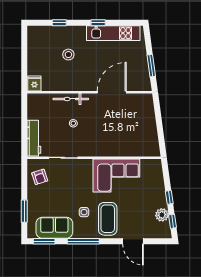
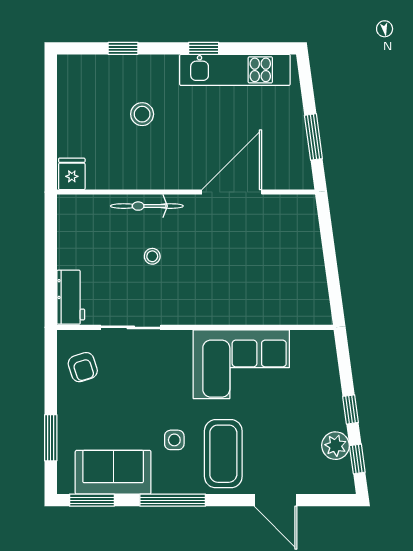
workbench: (34, 138) -> (71, 297), width x0.73

